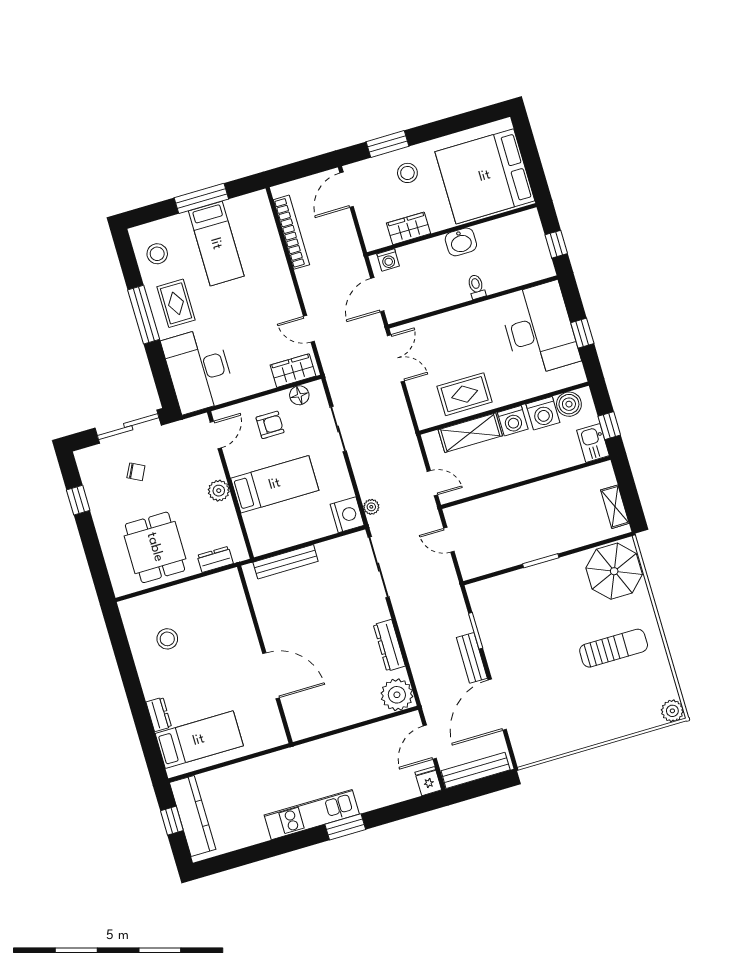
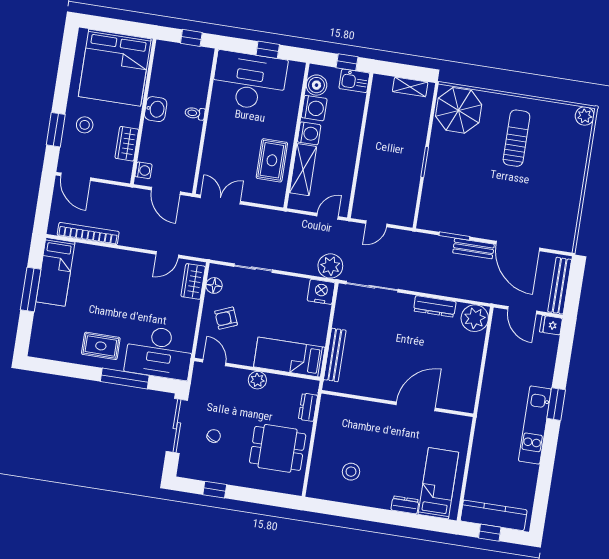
bed: (216, 244) -> (55, 272), moved, turned 90
stool: (157, 254) -> (57, 342), removed
window: (144, 315) -> (125, 378), moved
armchair: (270, 425) -> (226, 318), turned -112
bed: (275, 484) -> (289, 357), moved, turned -90
plant: (371, 507) -> (330, 266), width x1.88, depth x1.88

